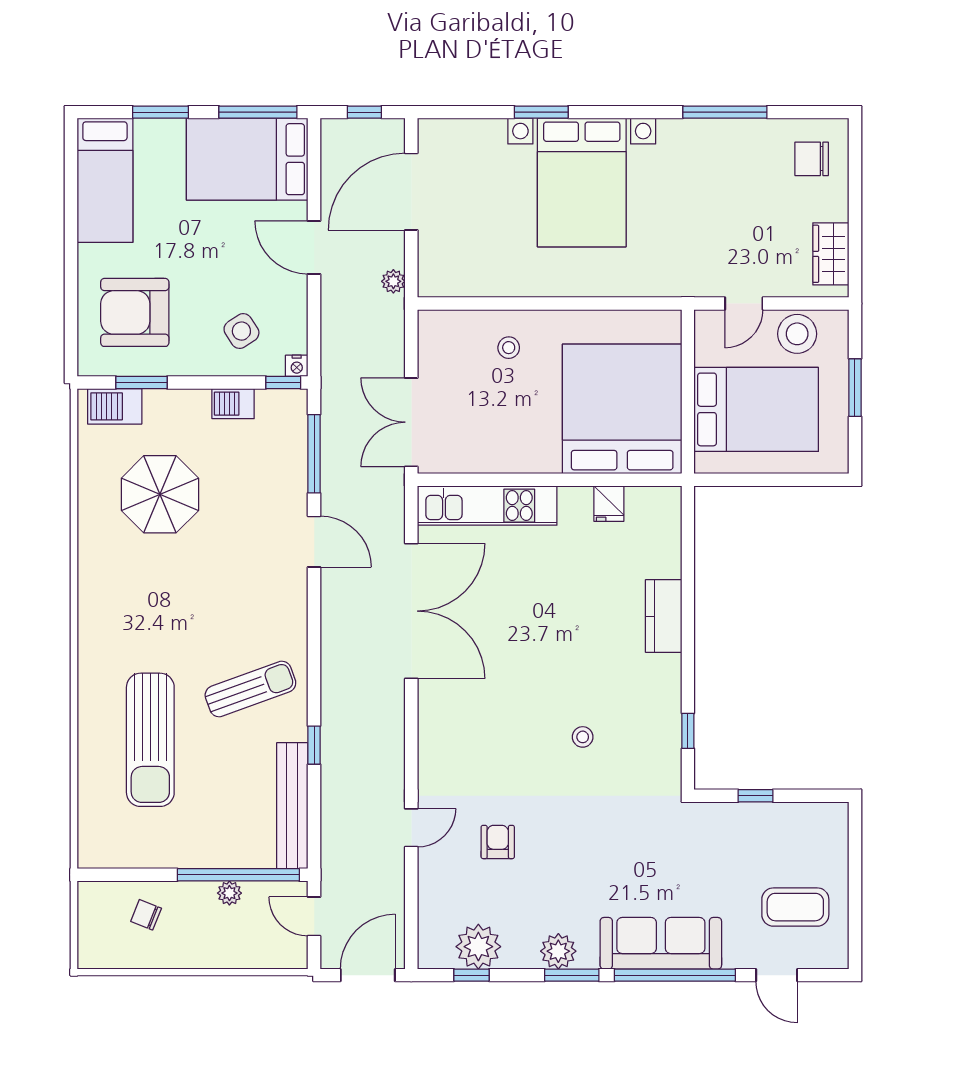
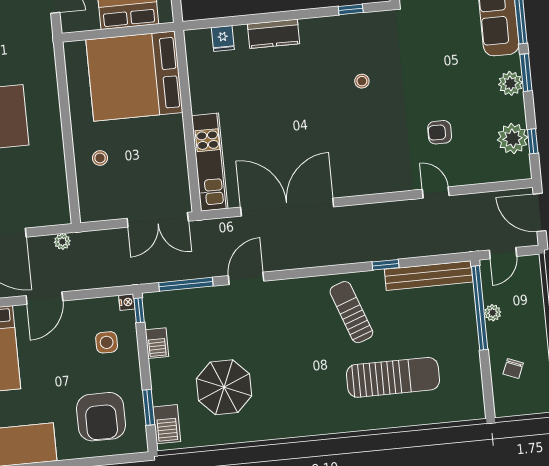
side table: (241, 331) -> (107, 342), turned 33
fridge: (609, 504) -> (223, 39), moved, turned 90

